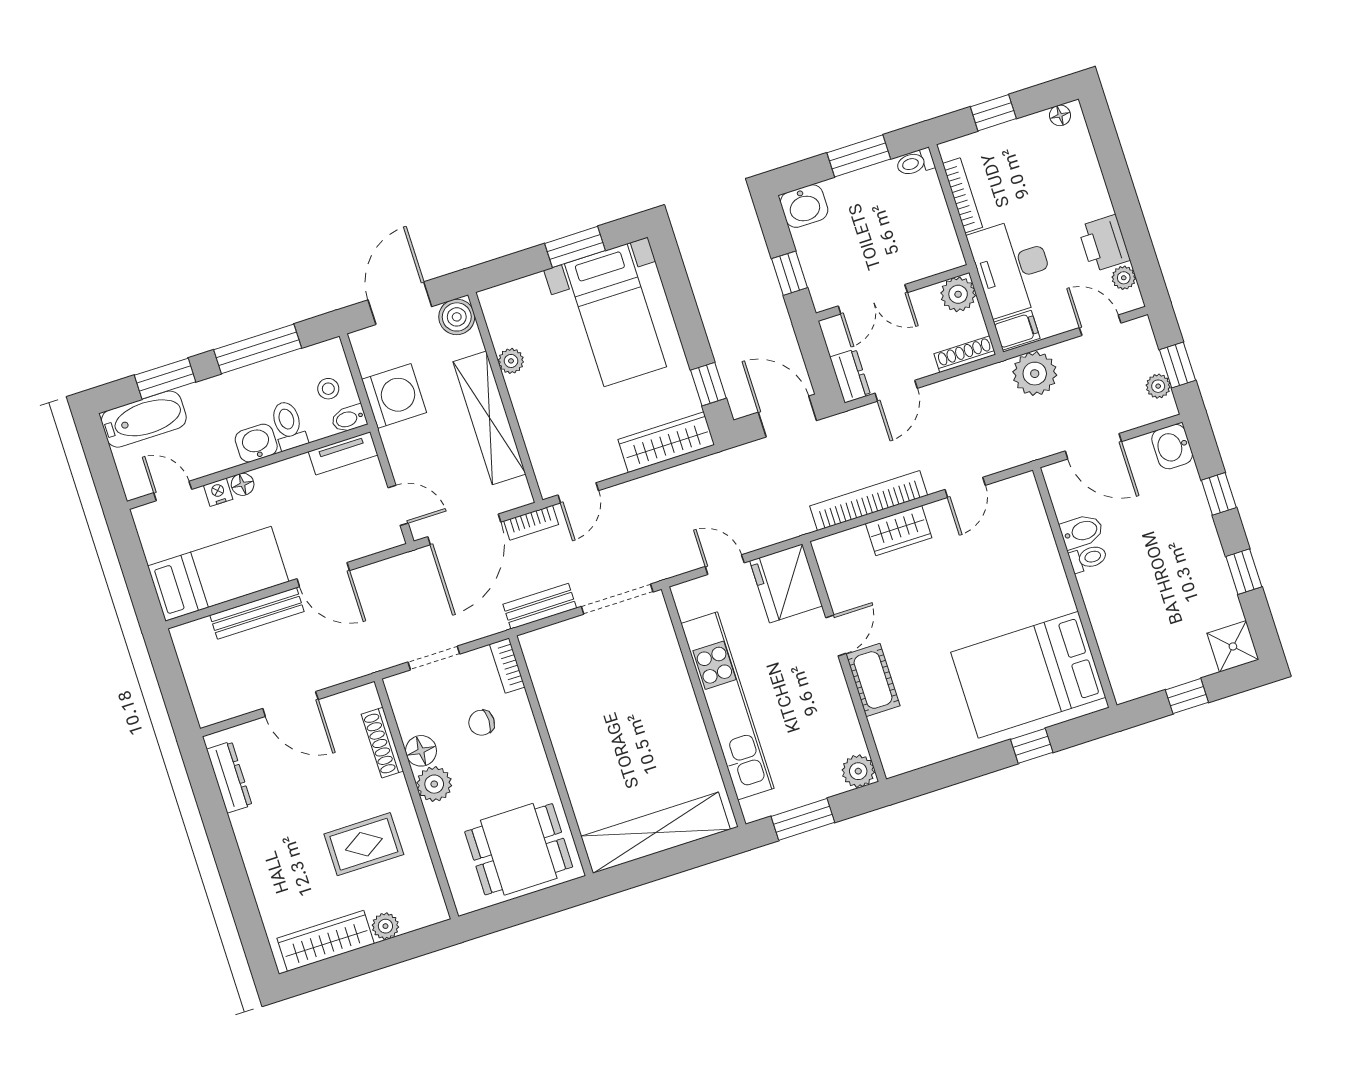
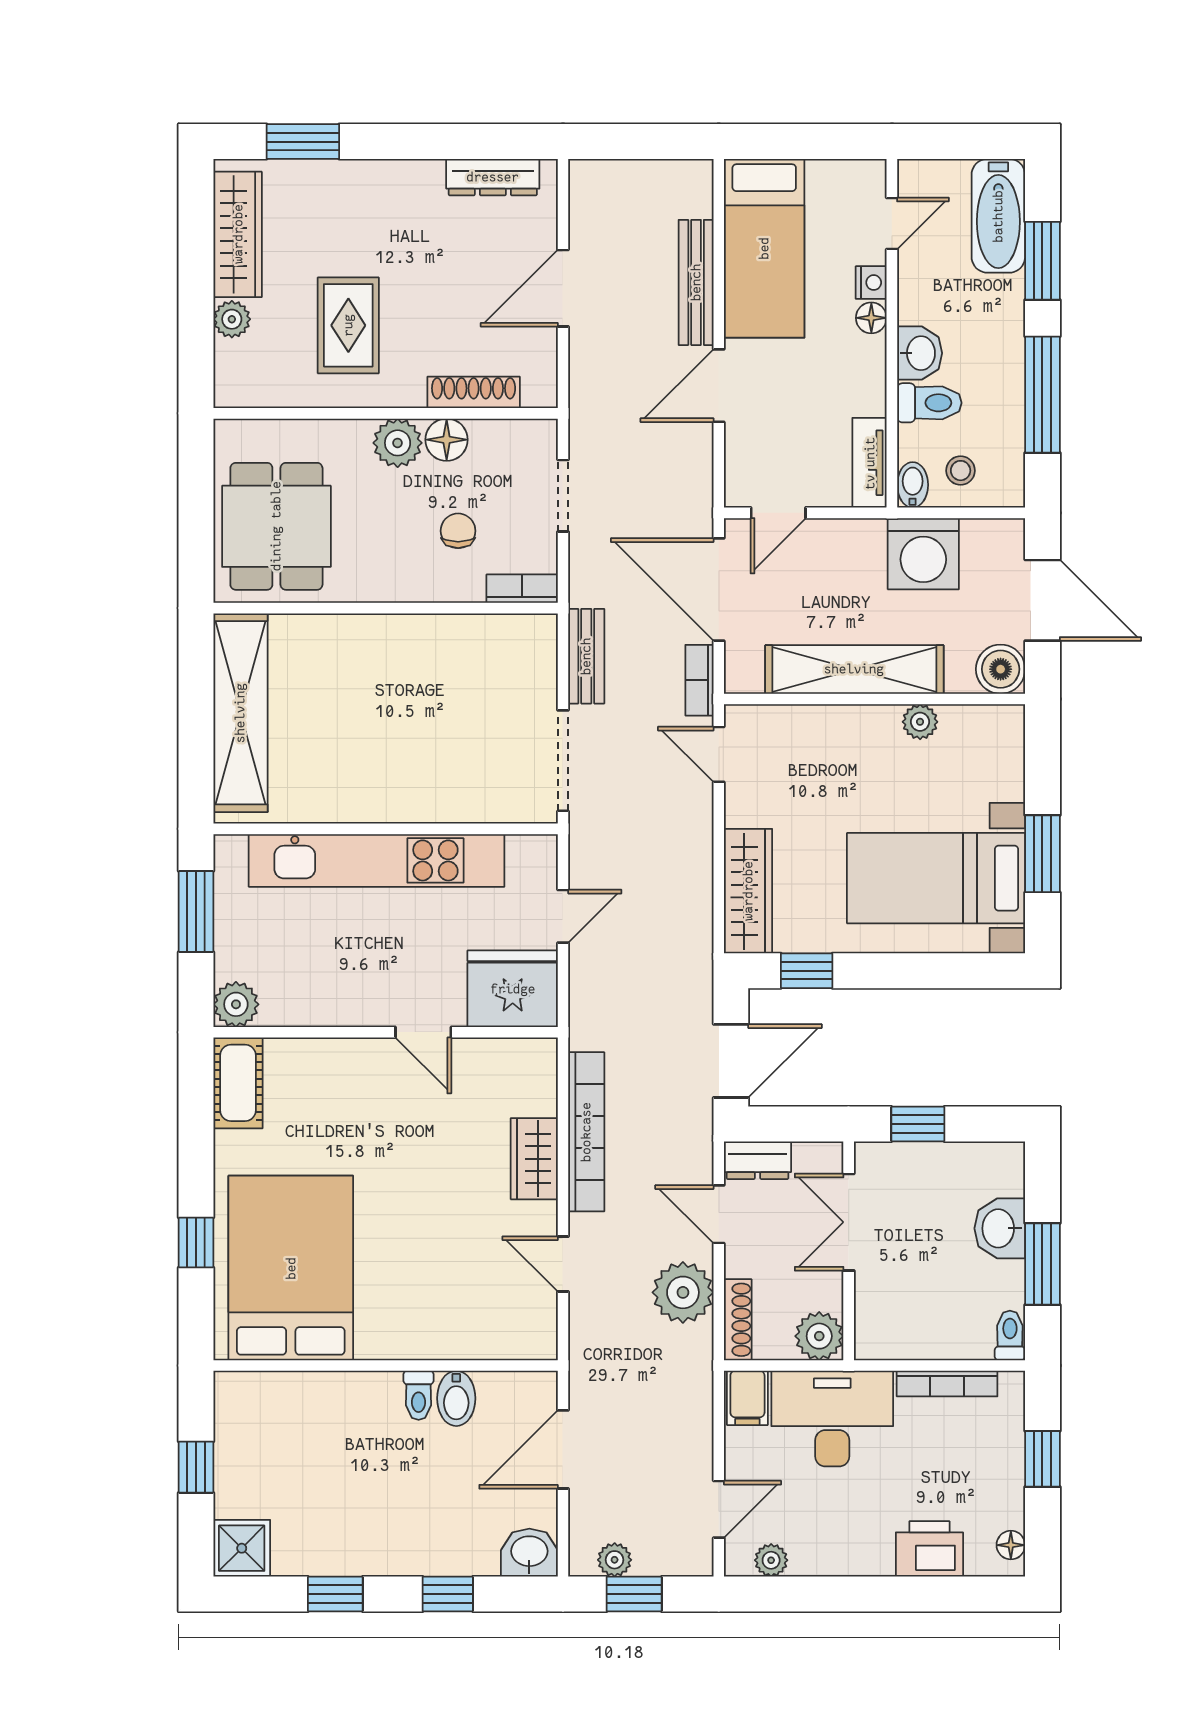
washbasin: (804, 206) -> (1000, 1228), moved
printer: (1104, 243) -> (929, 1549), moved
plant: (1035, 374) -> (683, 1292), moved
cot: (873, 680) -> (238, 1083), moved, turned 90
window: (247, 916) -> (303, 142), added

